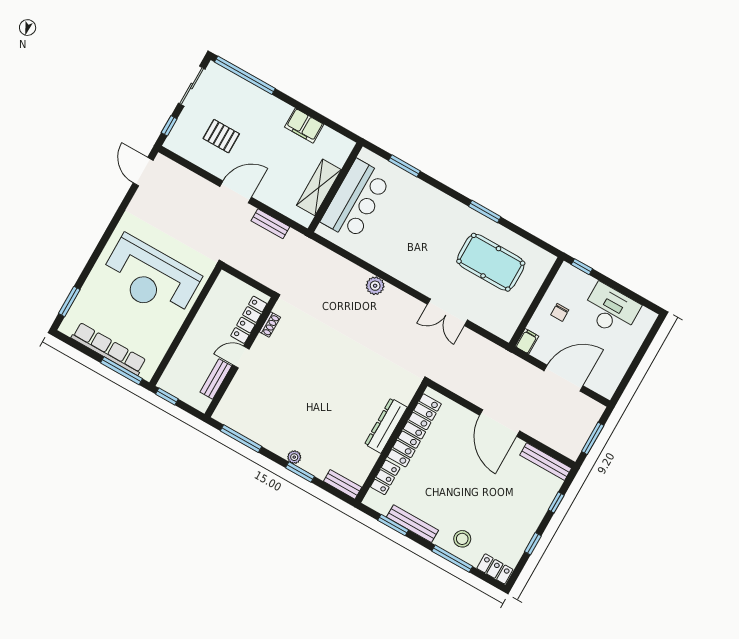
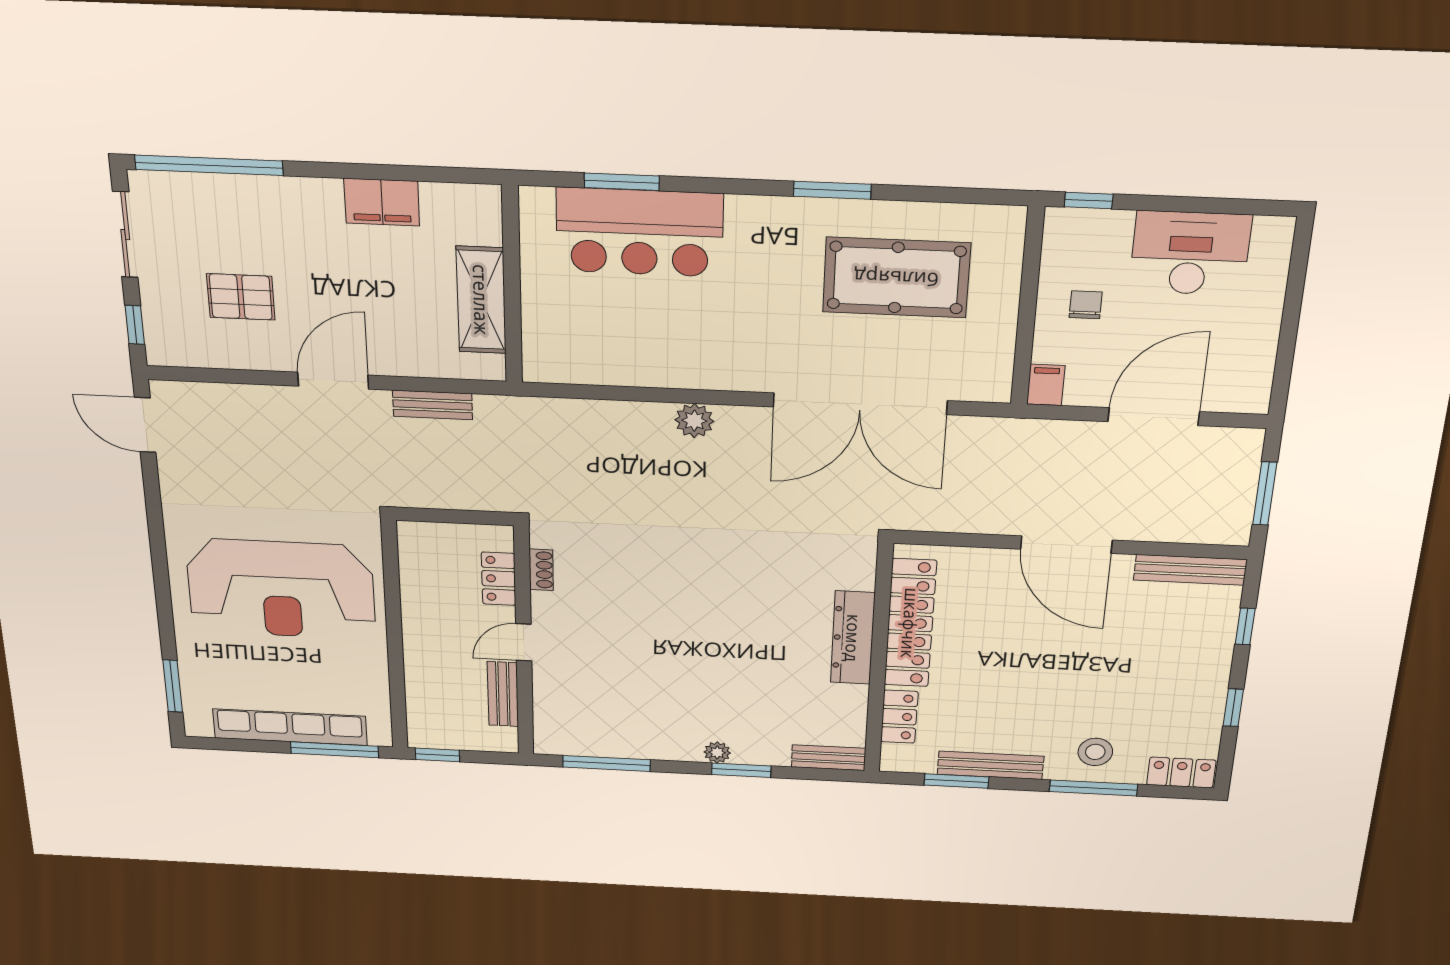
bar counter: (356, 200) -> (639, 232), moved, turned 90
double door: (447, 312) -> (860, 404), width x1.87
chair: (560, 312) -> (1086, 305), turned 180
locker: (249, 320) -> (499, 579), width x0.66

